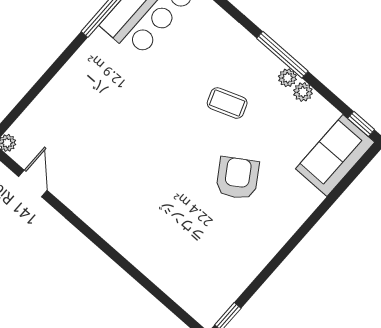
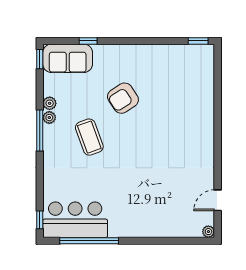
coffee table: (227, 103) -> (89, 137), width x1.36, depth x1.30
window: (334, 195) -> (88, 41), added

